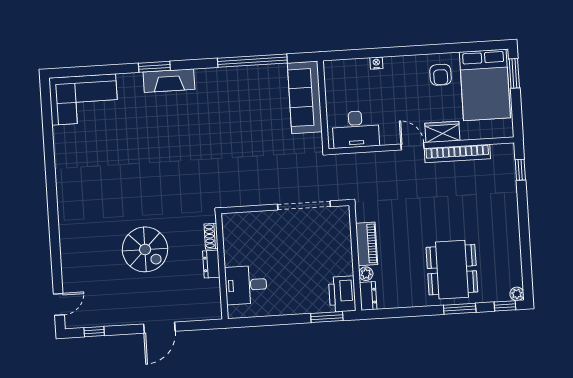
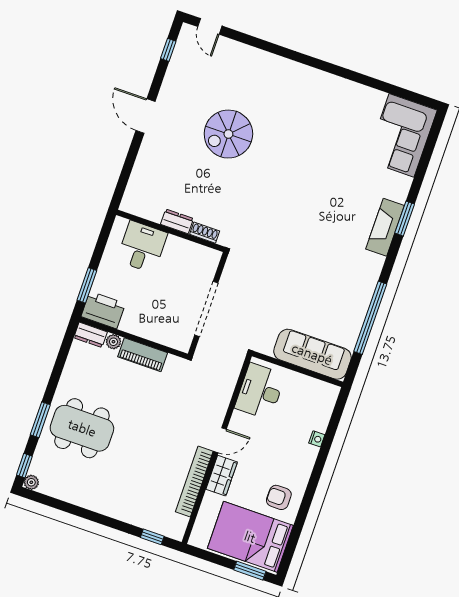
shoe rack: (211, 236) -> (205, 233), moved
dresser: (211, 264) -> (177, 221), moved
wall: (222, 266) -> (171, 231), moved
desk: (246, 285) -> (142, 247), moved

